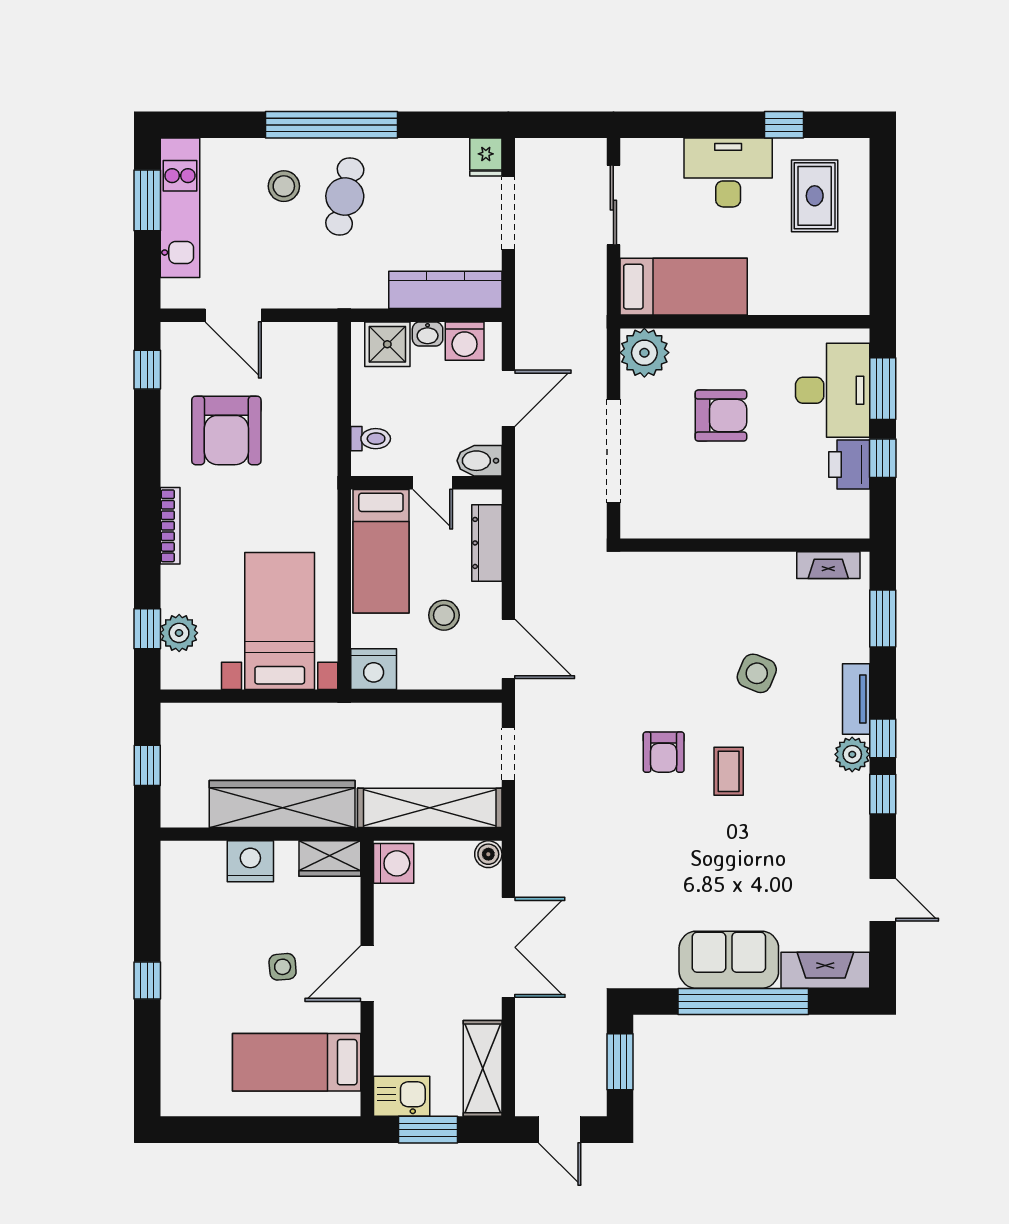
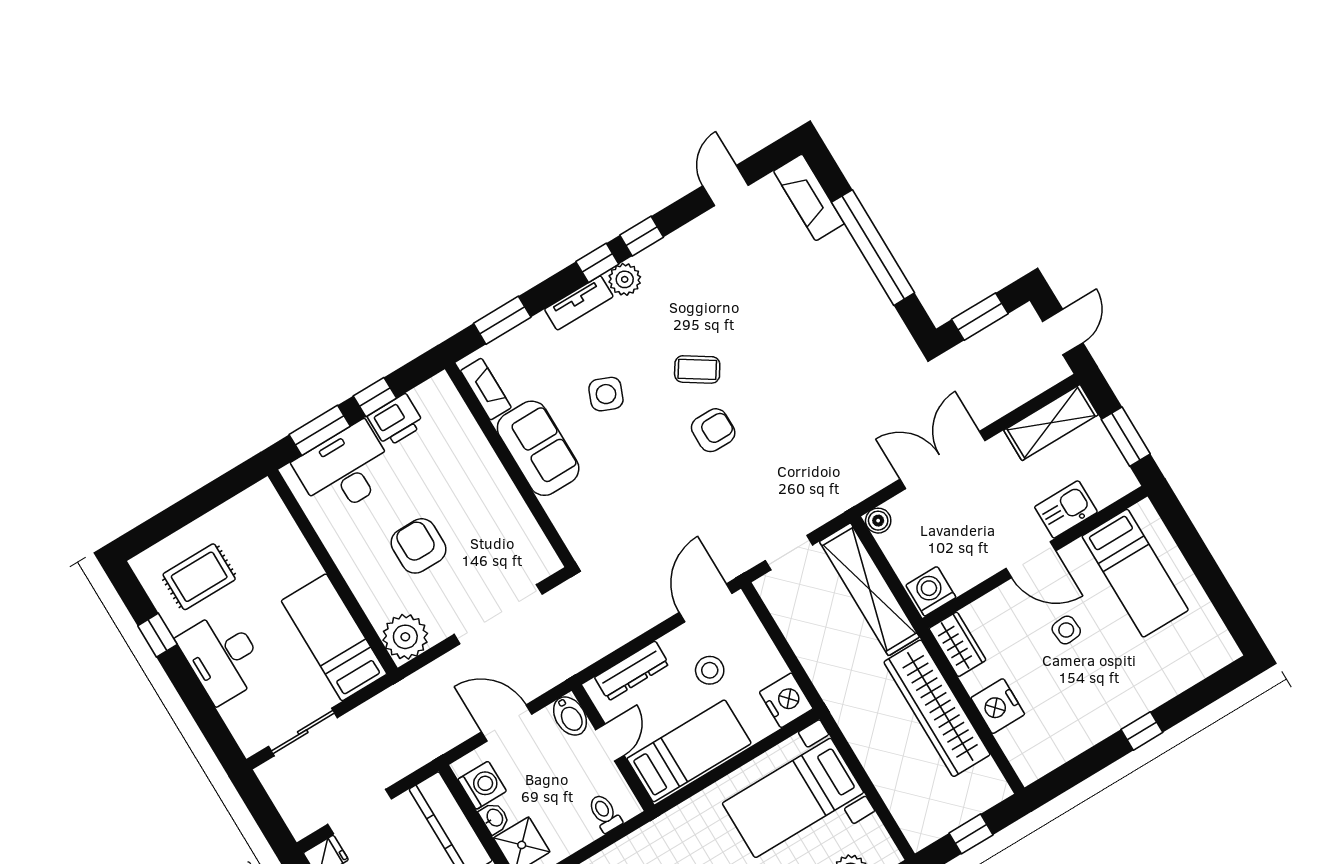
coffee table: (729, 771) -> (697, 369), turned 33
sofa: (729, 960) -> (538, 448), moved, turned 180
kitchen sink: (402, 1096) -> (1066, 509), moved, turned 90

